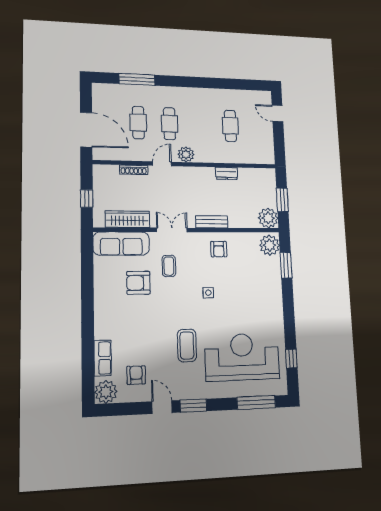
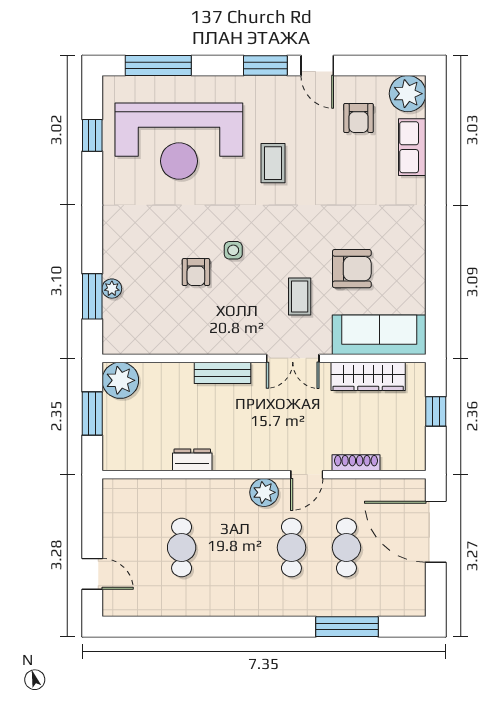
plant: (270, 245) -> (112, 289), moved, width x0.53, depth x0.53
armchair: (219, 249) -> (196, 272), moved, turned 180
coffee table: (187, 345) -> (273, 163), width x0.73, depth x0.77

